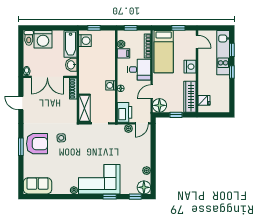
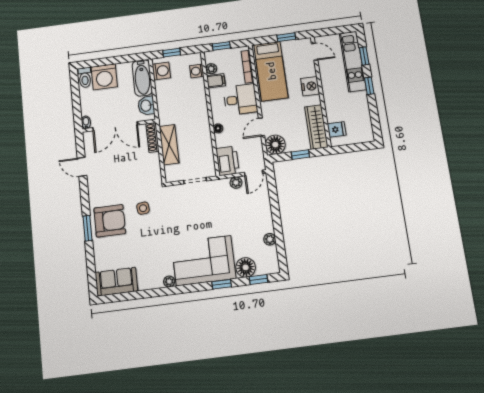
washing machine: (111, 85) -> (197, 71), moved
shelving: (85, 108) -> (169, 145), moved
floor lamp: (144, 187) -> (246, 267), moved

